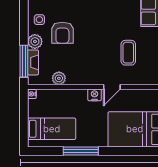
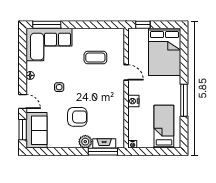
side table: (39, 20) -> (59, 87), moved
plant: (59, 78) -> (118, 120), removed
nightstand: (95, 95) -> (133, 101), moved

